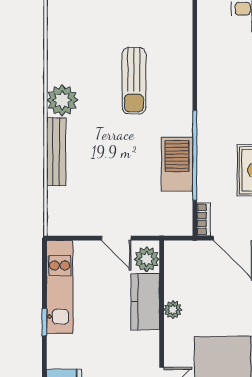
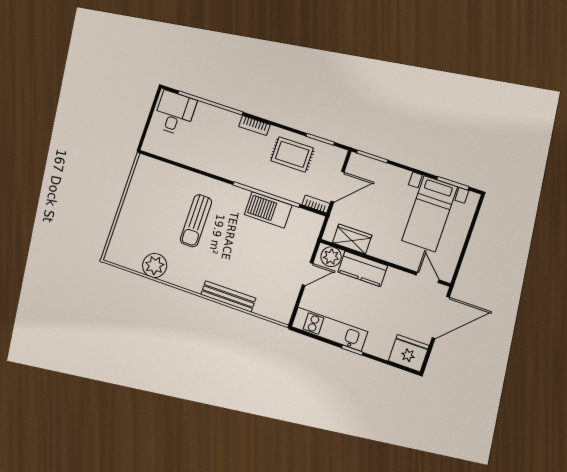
sun lounger: (134, 81) -> (196, 221), turned 90
plant: (62, 100) -> (155, 265), moved
wardrobe: (177, 277) -> (352, 239), added
plant: (173, 310) -> (376, 250), removed

